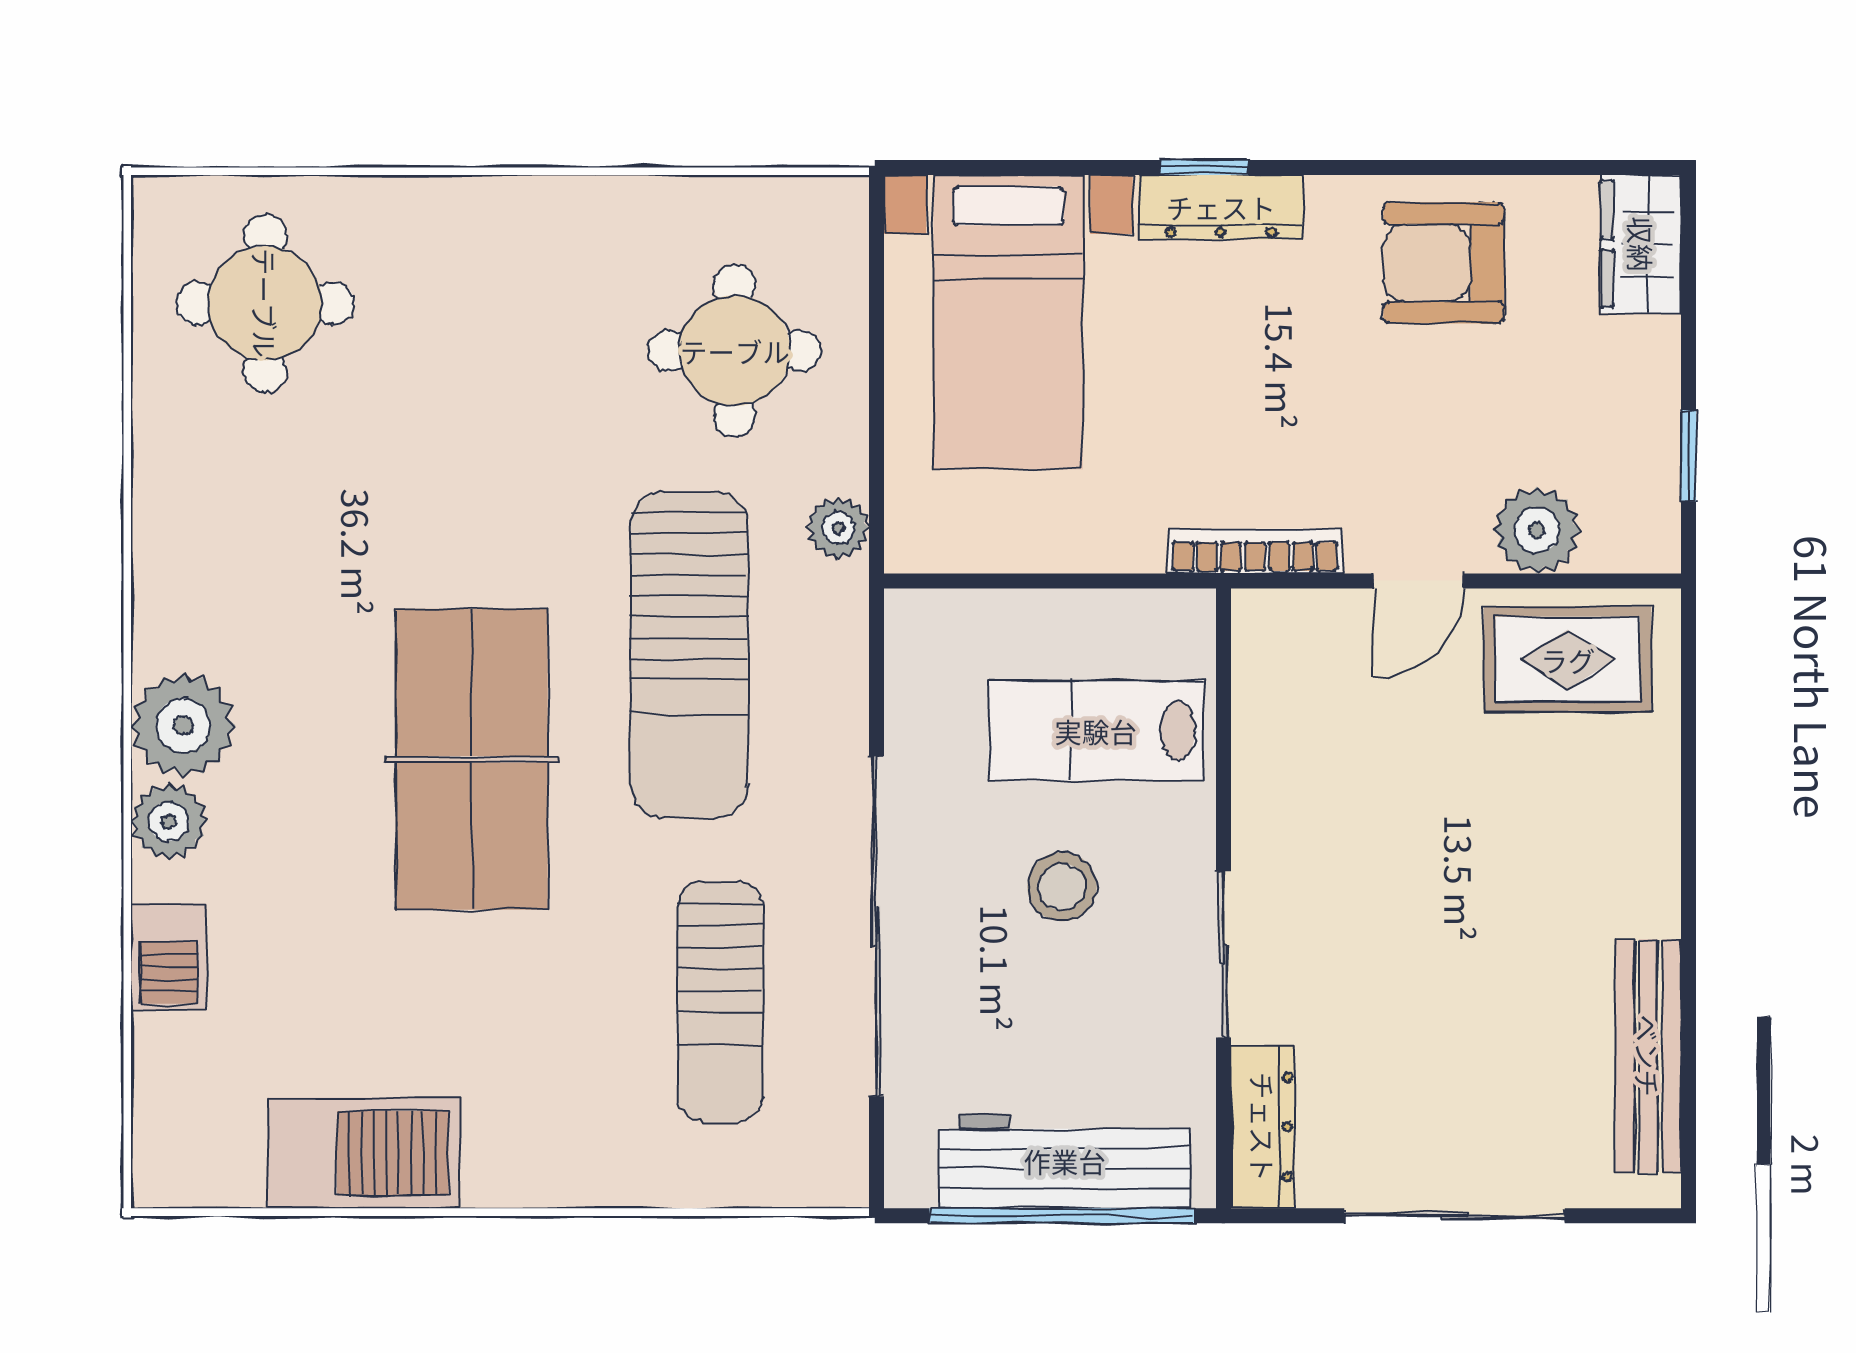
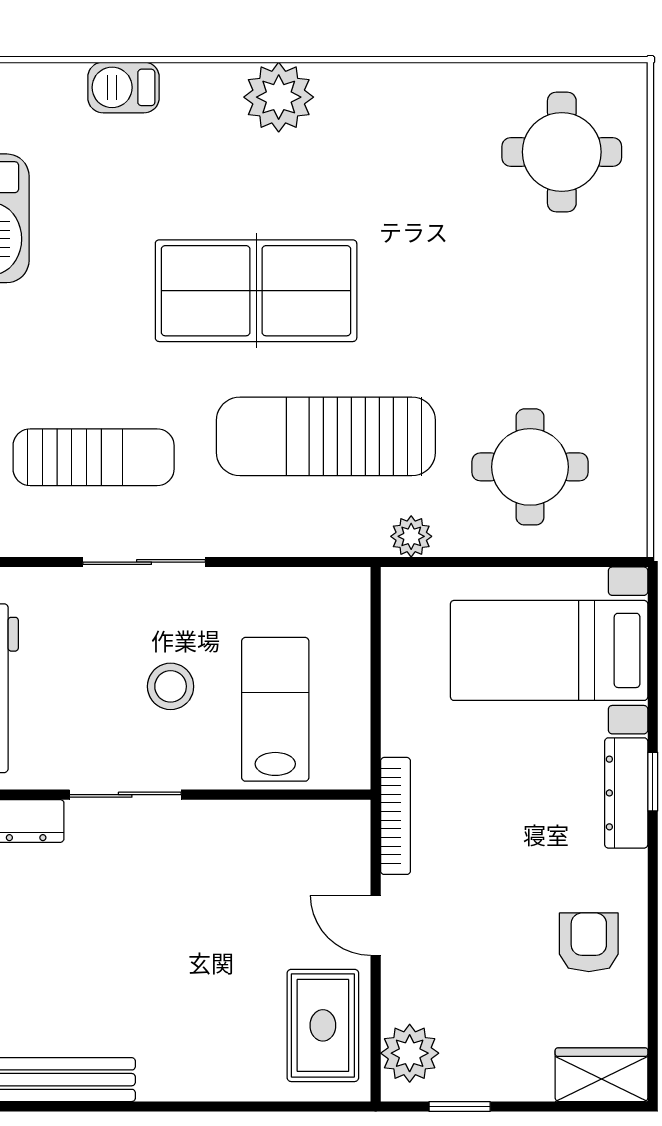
armchair: (1444, 263) -> (589, 942), width x0.72, depth x0.72
plant: (1537, 530) -> (410, 1053), moved
plant: (169, 821) -> (214, 87), removed
sliding door: (876, 926) -> (144, 562), width x0.54
sun lounger: (720, 1001) -> (94, 457), turned 180

